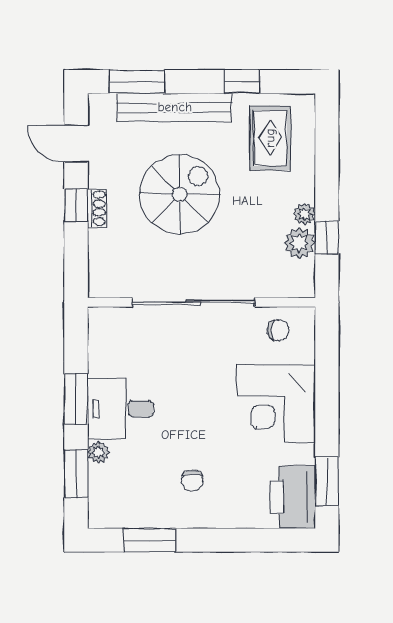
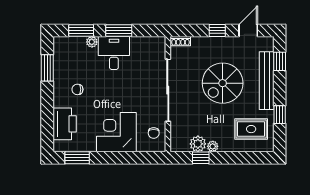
window: (137, 82) -> (280, 61), width x0.67
spiral stairs: (180, 194) -> (223, 83), turned 90
shoe rack: (97, 208) -> (180, 41), moved
printer: (293, 497) -> (65, 124), moved, turned 90

